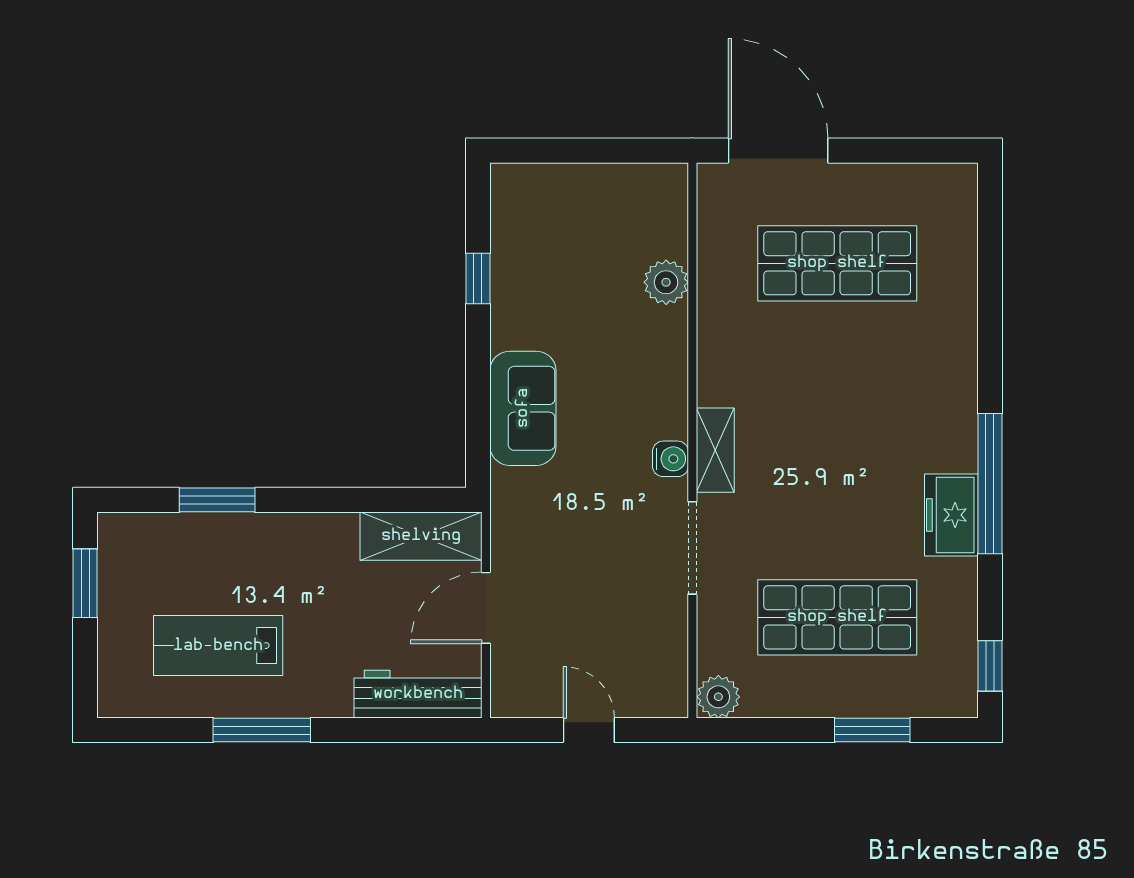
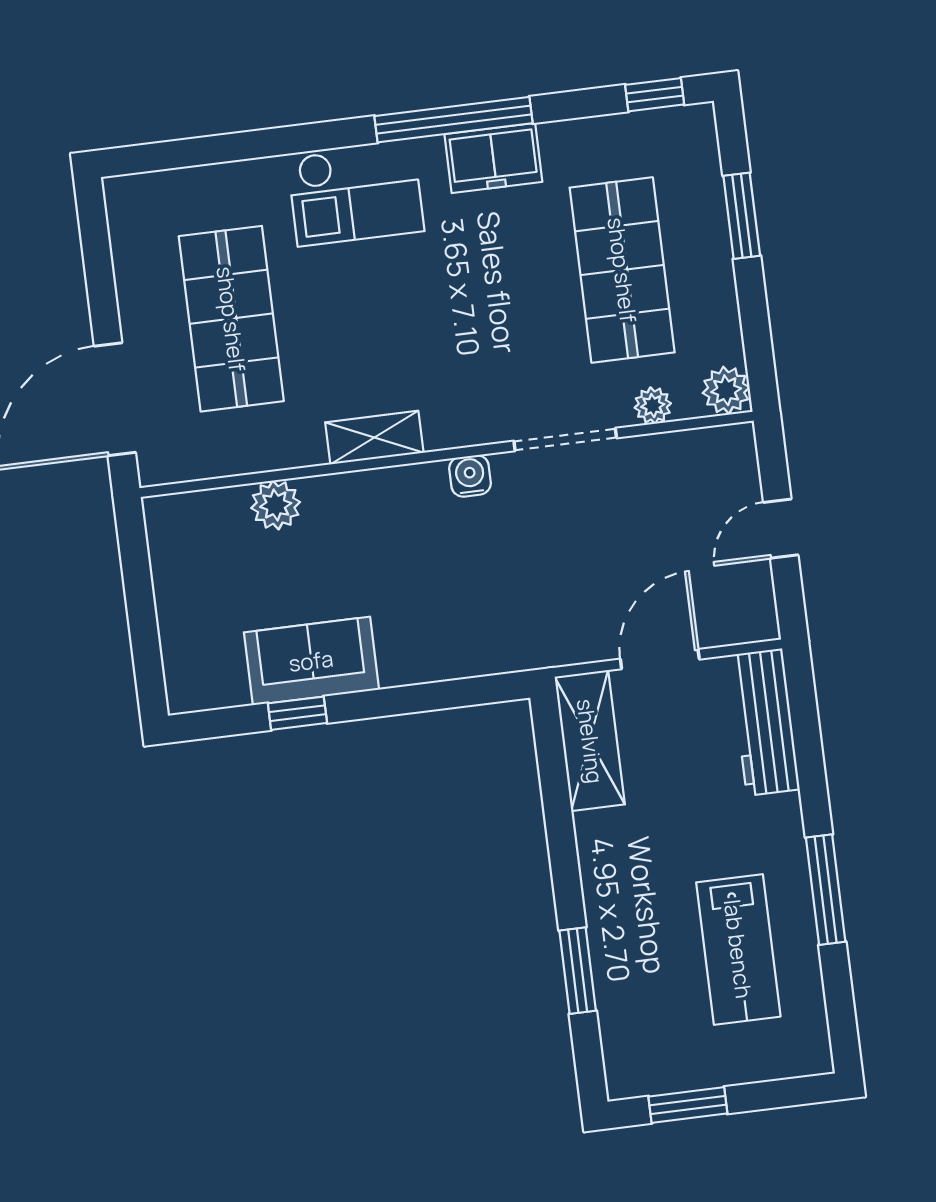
checkout: (934, 388) -> (356, 195), added
sofa: (523, 408) -> (311, 661), moved
shelving: (715, 450) -> (374, 438), moved
door: (486, 608) -> (660, 659), swing flipped
plant: (713, 630) -> (653, 406), added

